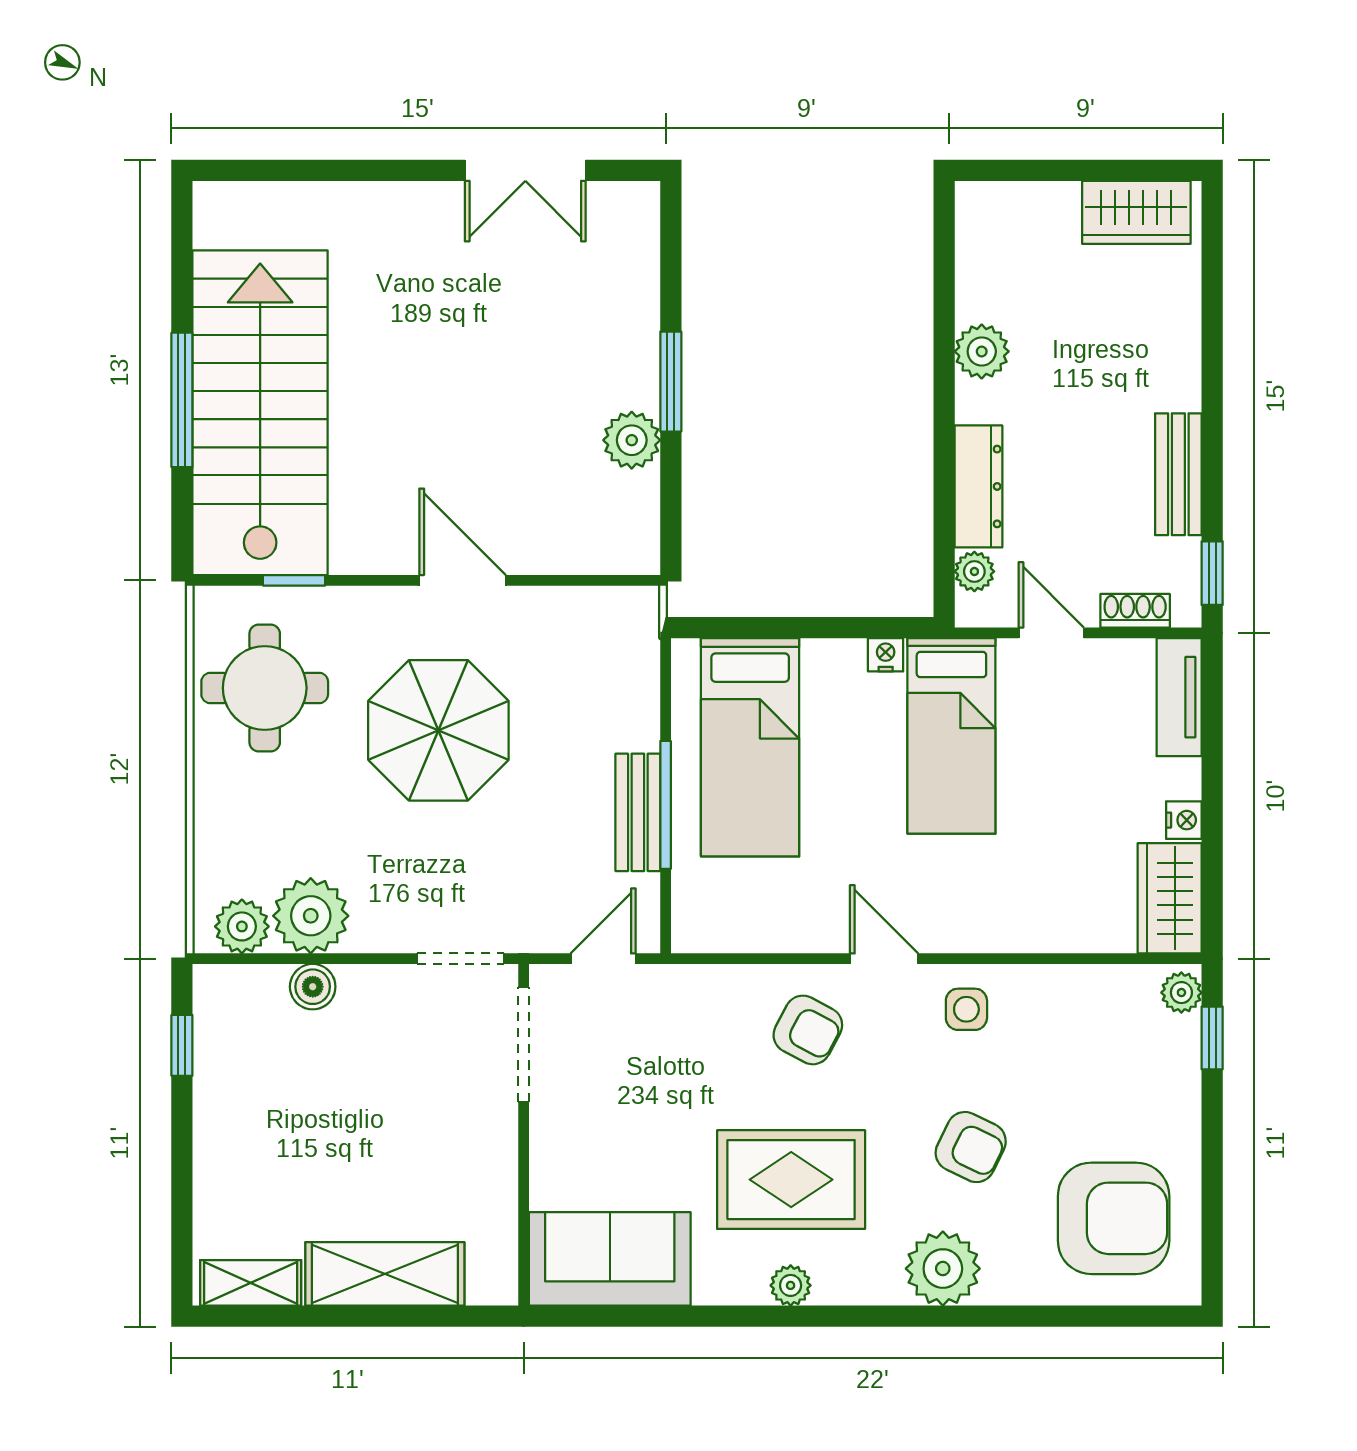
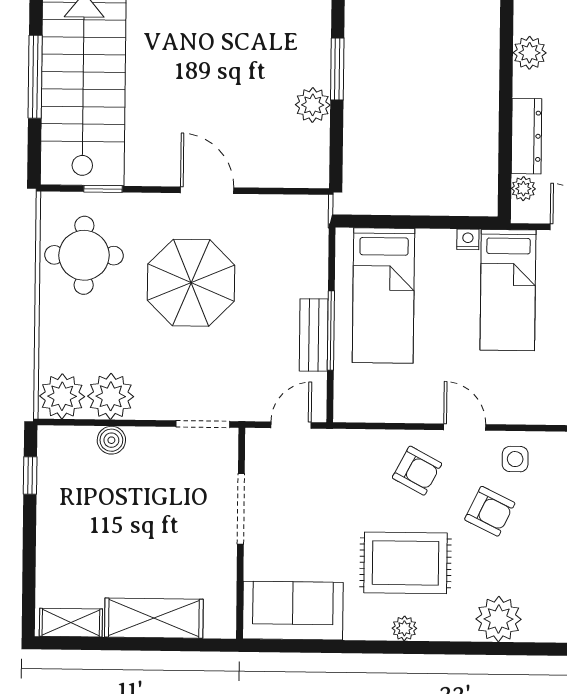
plant: (242, 926) -> (62, 396), width x1.36, depth x1.36
doorway: (524, 1045) -> (241, 509), moved
armchair: (971, 1147) -> (490, 511), moved

